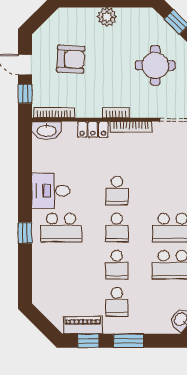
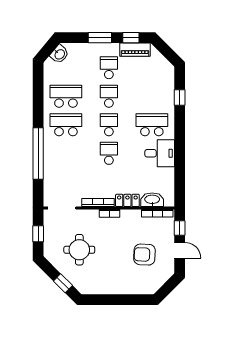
plant: (107, 17) -> (117, 287), removed
washbasin: (47, 130) -> (152, 200), moved
window: (25, 233) -> (180, 98), moved

